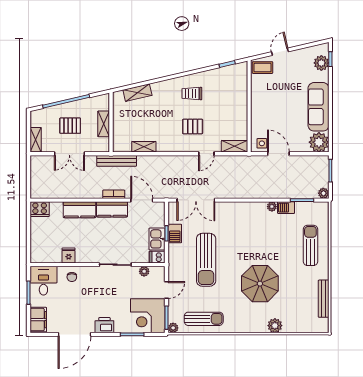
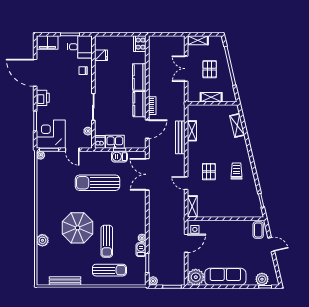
bench: (117, 161) -> (180, 137), moved
fridge: (69, 255) -> (101, 55), moved
sun lounger: (204, 319) -> (107, 241), moved

